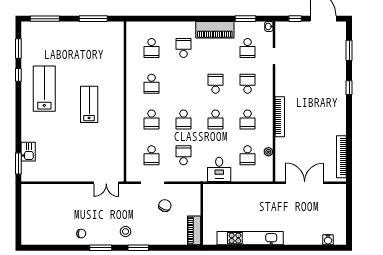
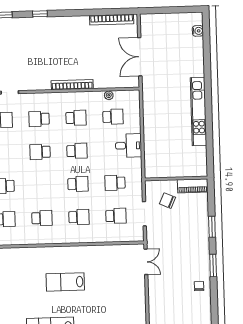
wall: (202, 214) -> (176, 178), moved
piano: (194, 230) -> (193, 186), moved
stool: (126, 231) -> (195, 240), removed

